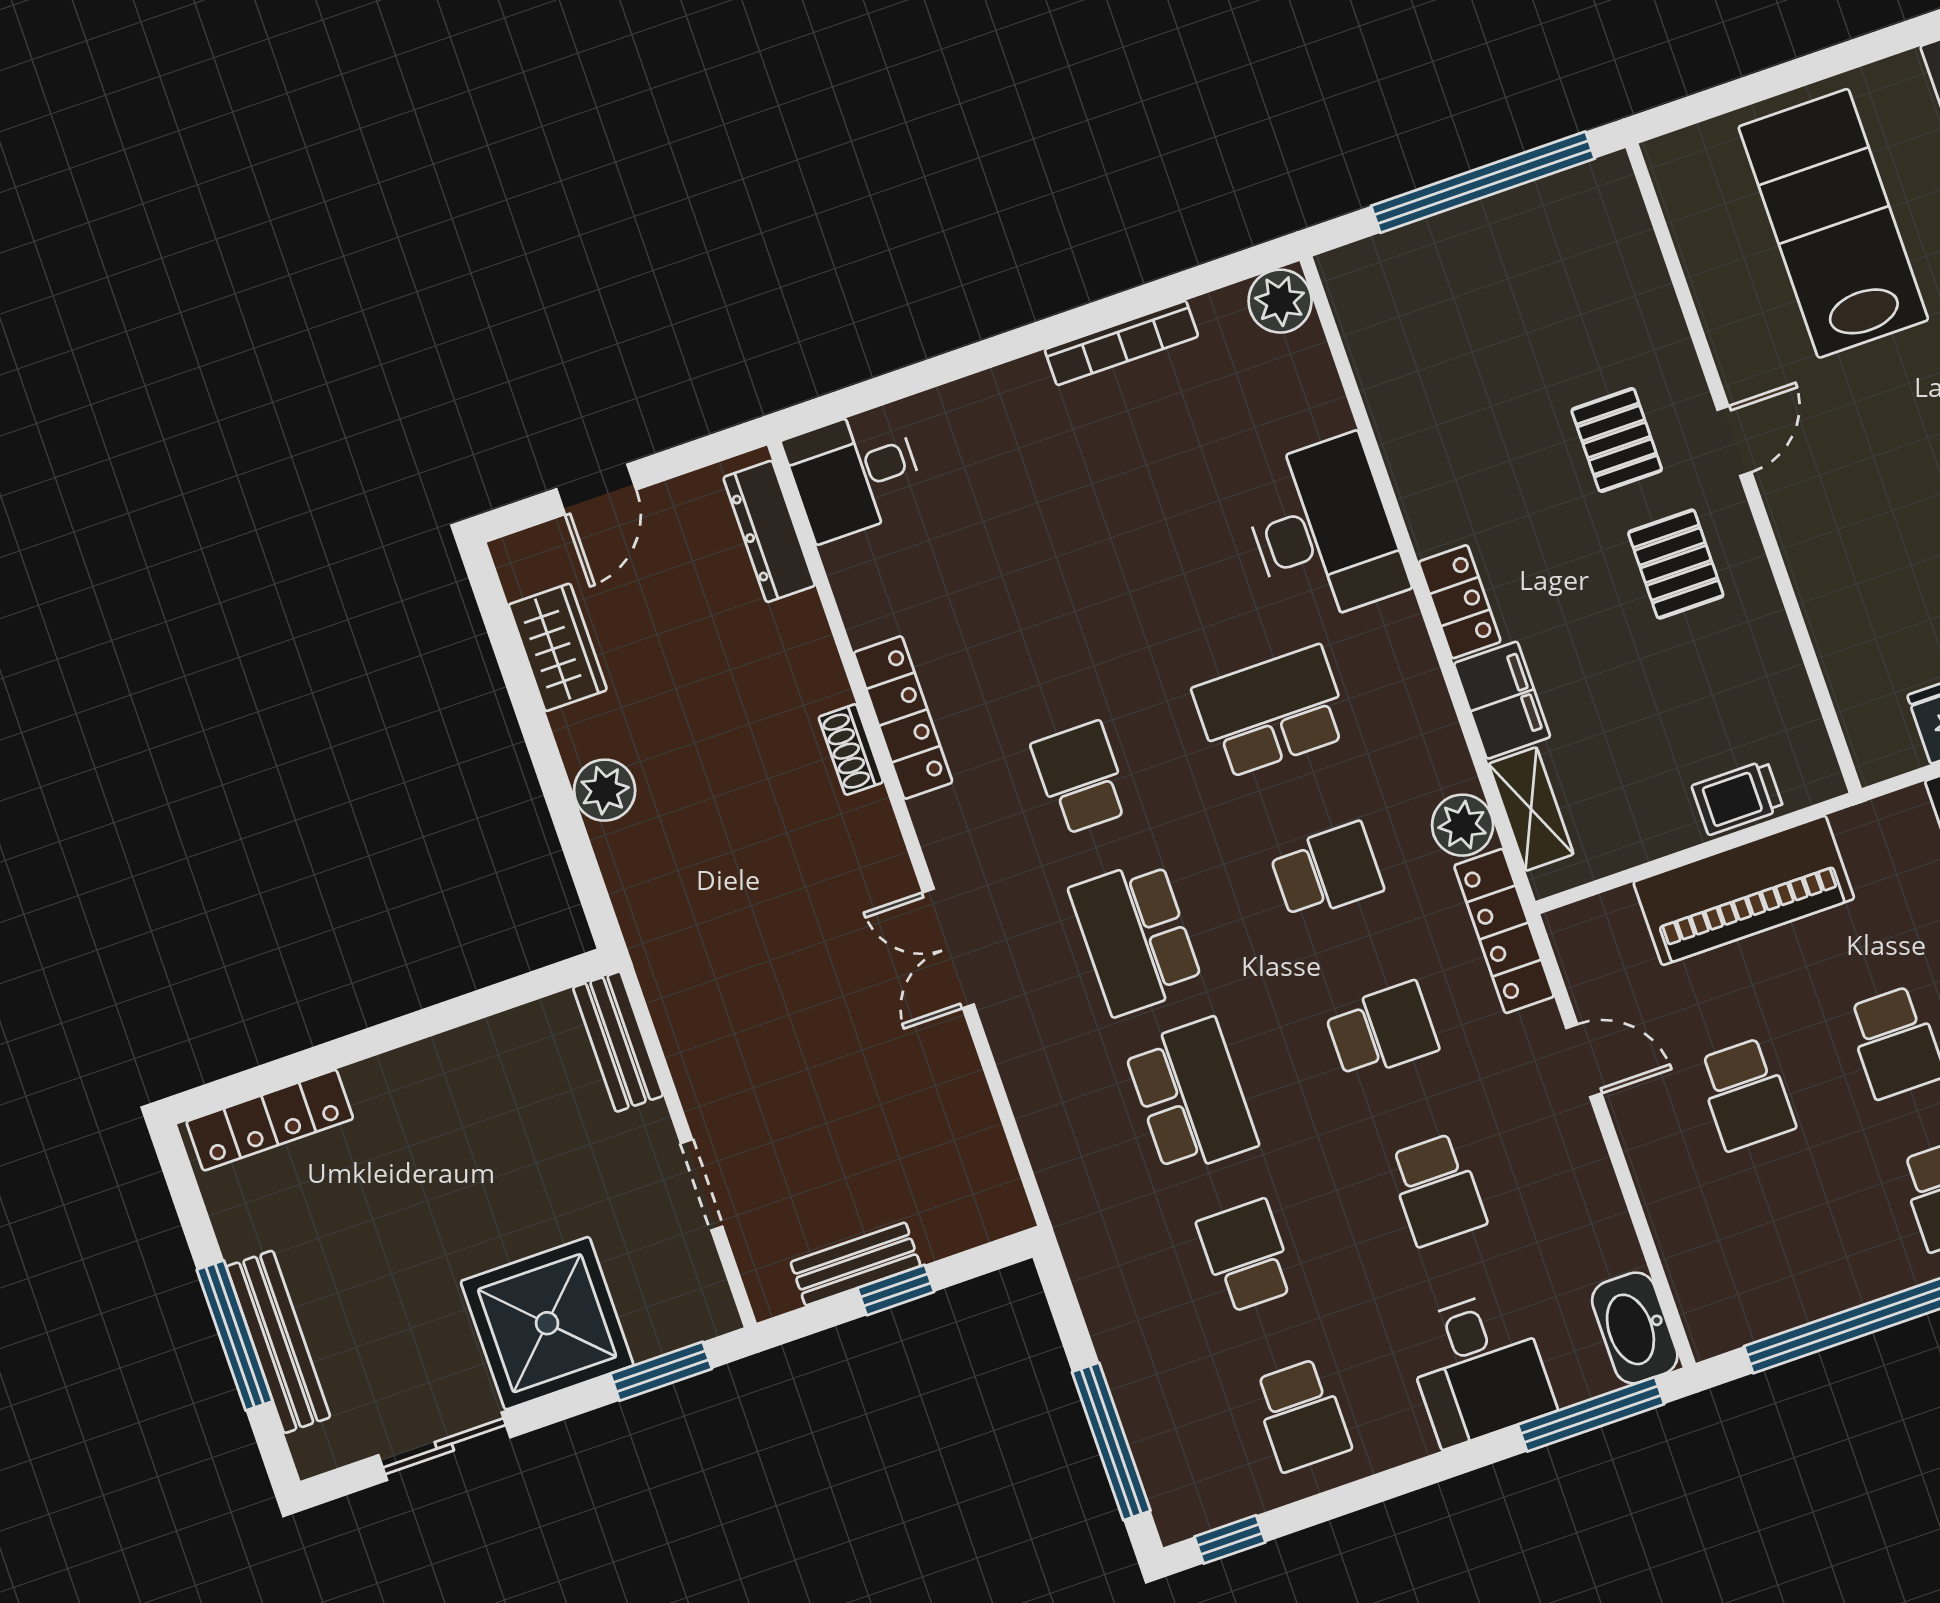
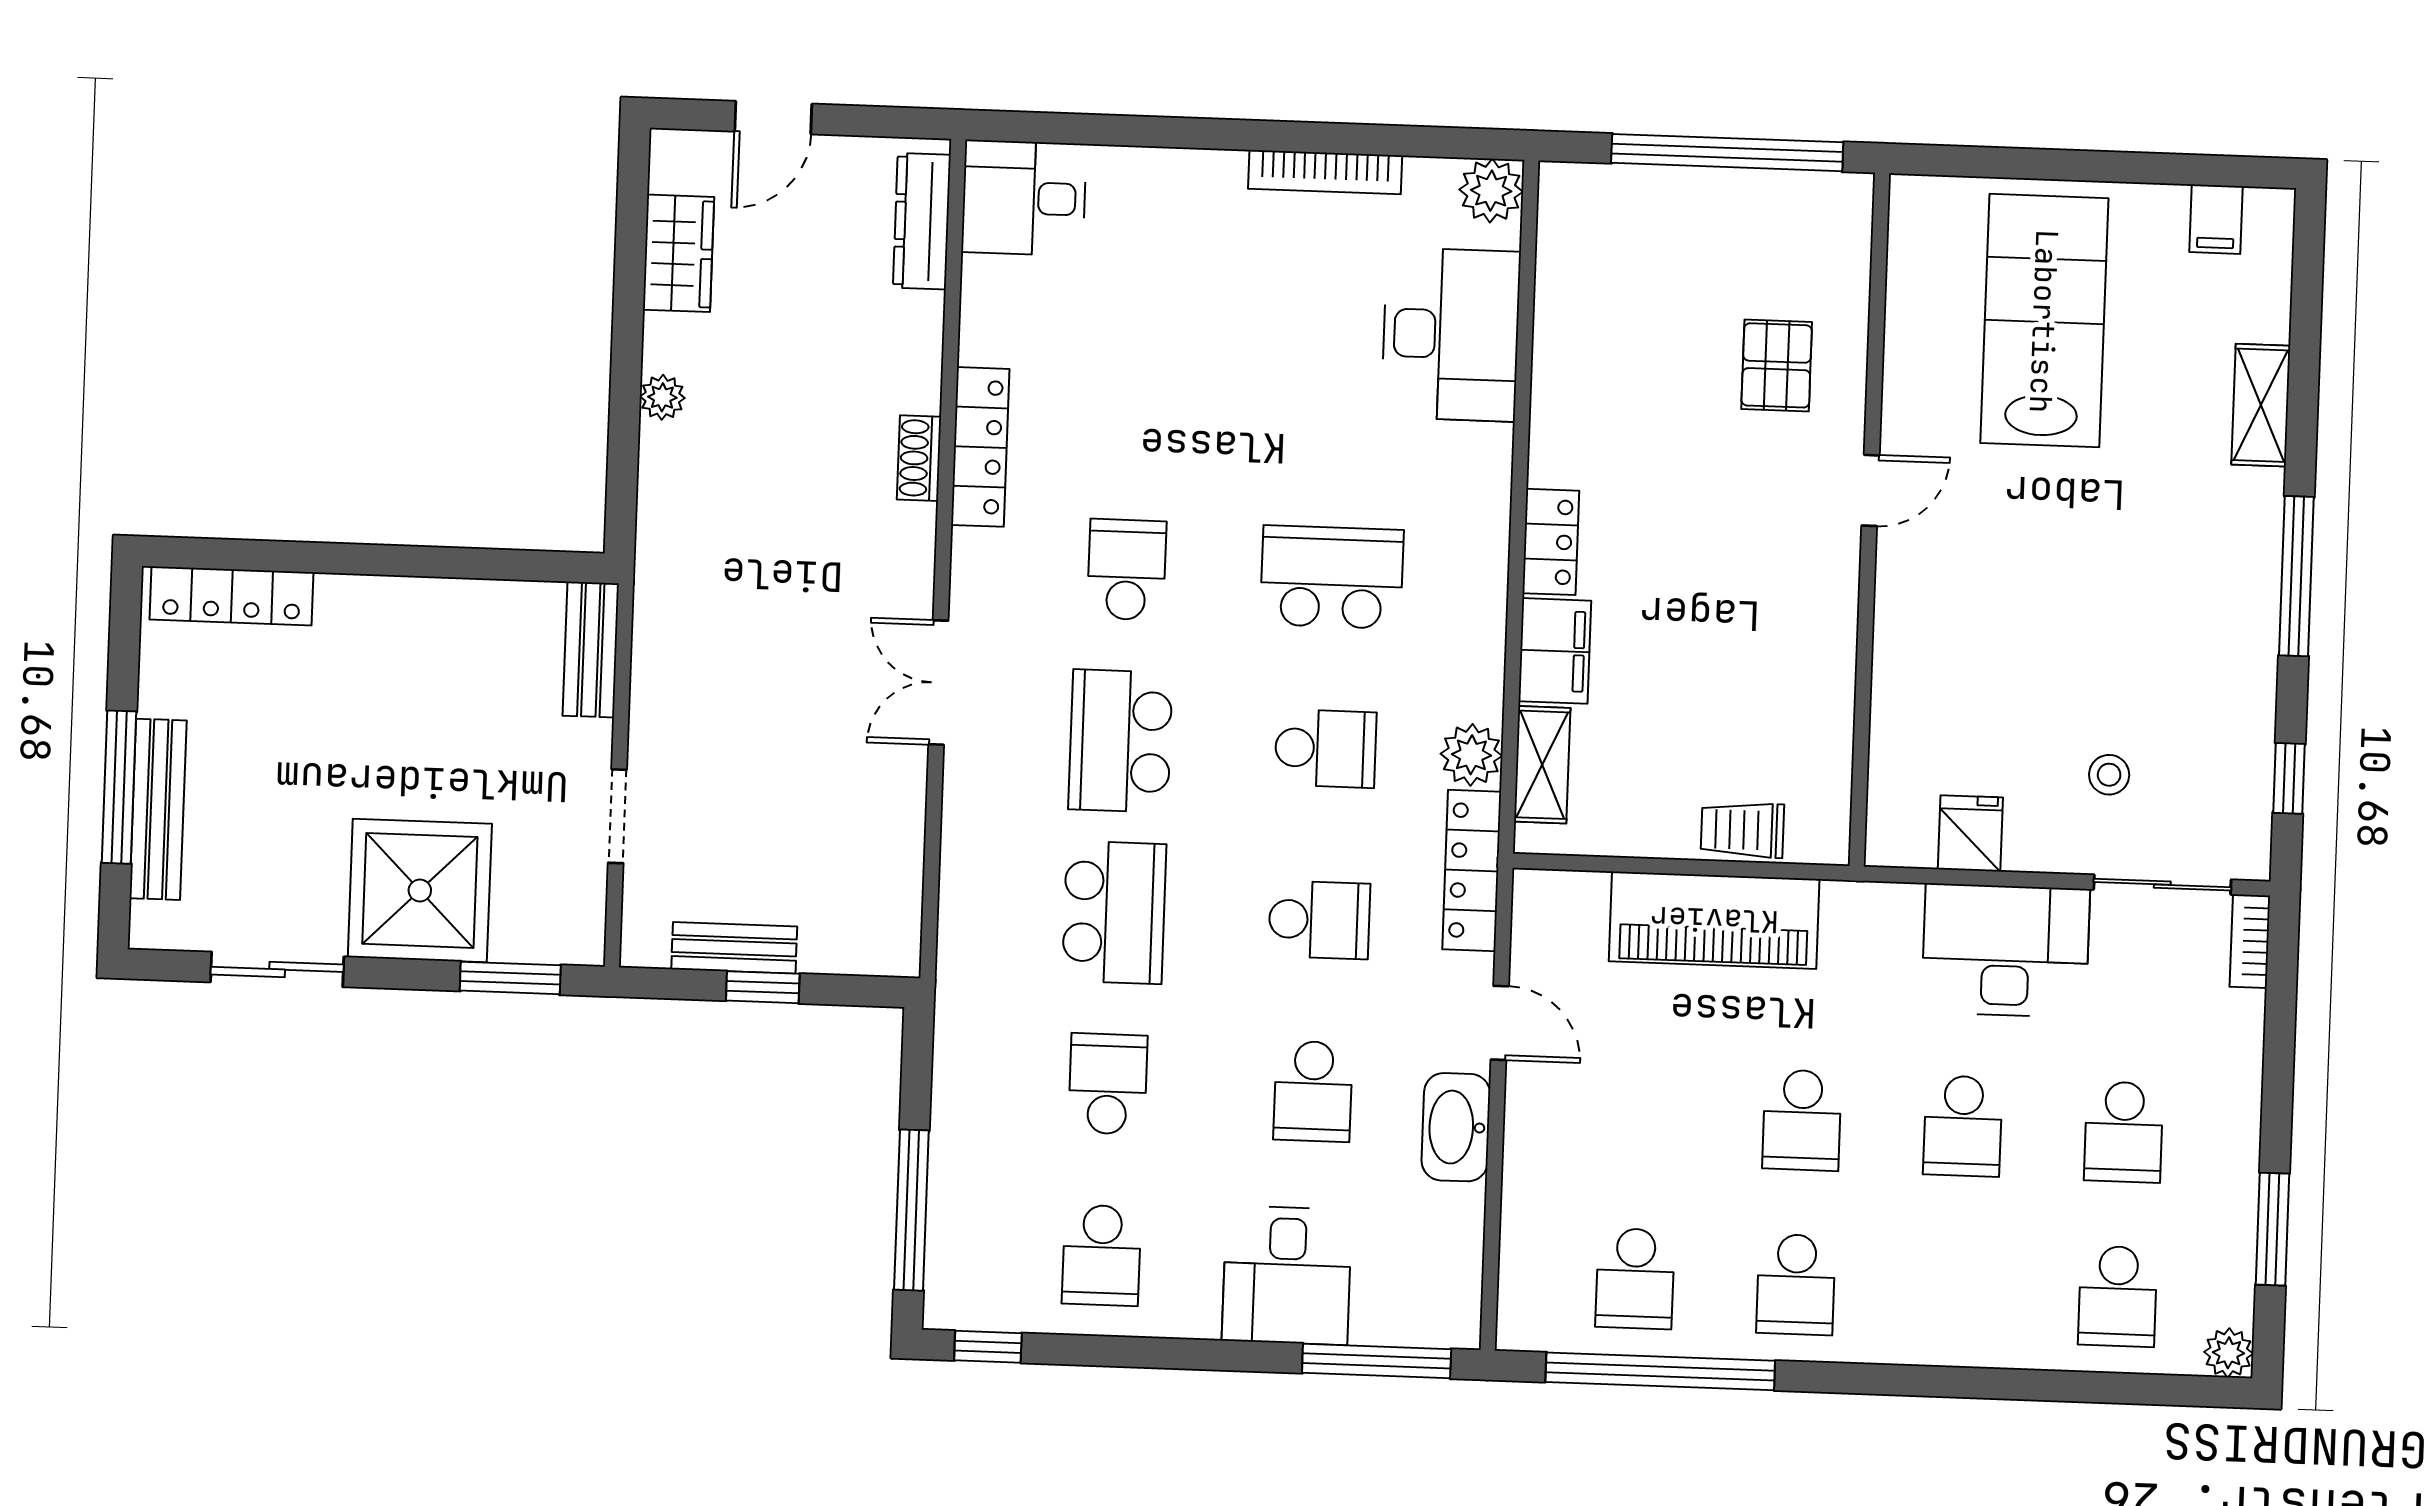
pallet: (1617, 440) -> (1777, 365), moved
desk: (1323, 530) -> (1451, 334), moved
pallet: (1676, 564) -> (1770, 586), removed
plant: (605, 790) -> (662, 397), width x0.73, depth x0.73
school desk: (1746, 1094) -> (1635, 1279), moved
washbasin: (1635, 1328) -> (1456, 1127), moved

